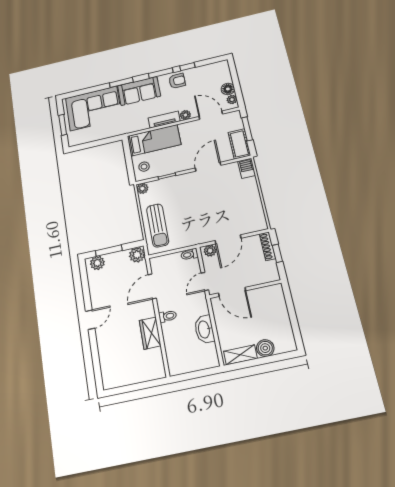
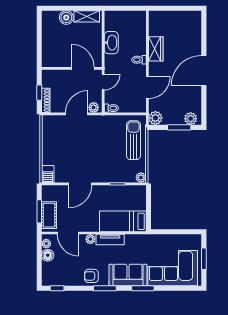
window: (187, 67) -> (57, 288), moved
cot: (239, 144) -> (49, 215), moved
stool: (144, 167) -> (136, 198), removed
door: (90, 320) -> (204, 71), width x1.88

